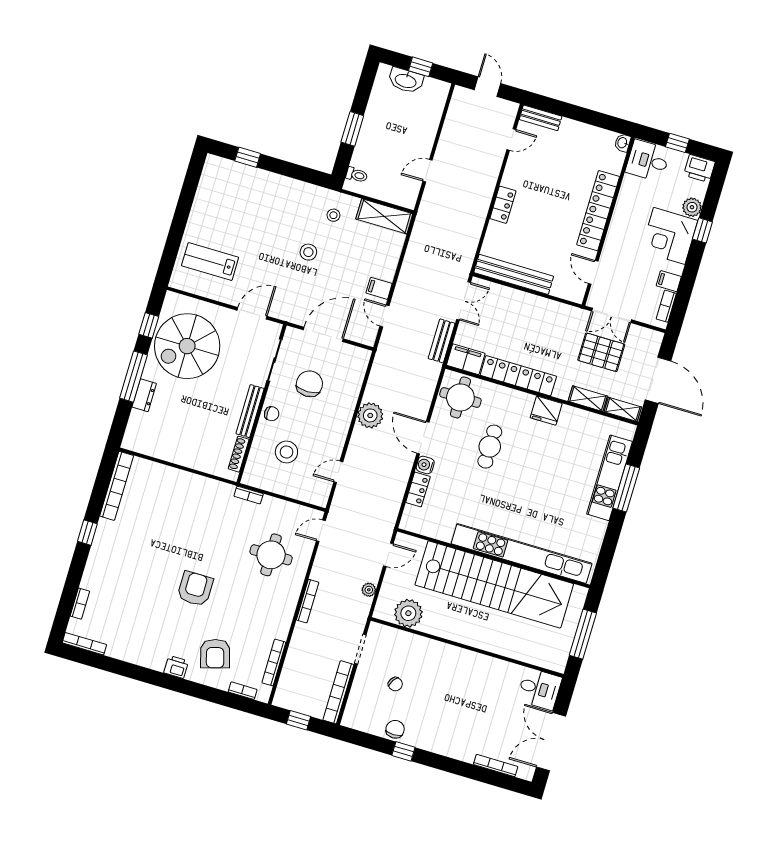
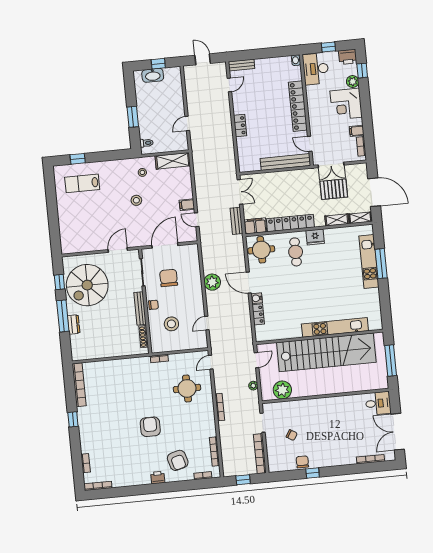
desk: (648, 161) -> (316, 69), width x1.37
window: (702, 230) -> (362, 71), moved
lab bench: (210, 262) -> (82, 183), moved
bench: (514, 274) -> (285, 162), moved
cafe table: (490, 447) -> (296, 252), moved
kitchen unit: (522, 553) -> (335, 327), width x0.73

